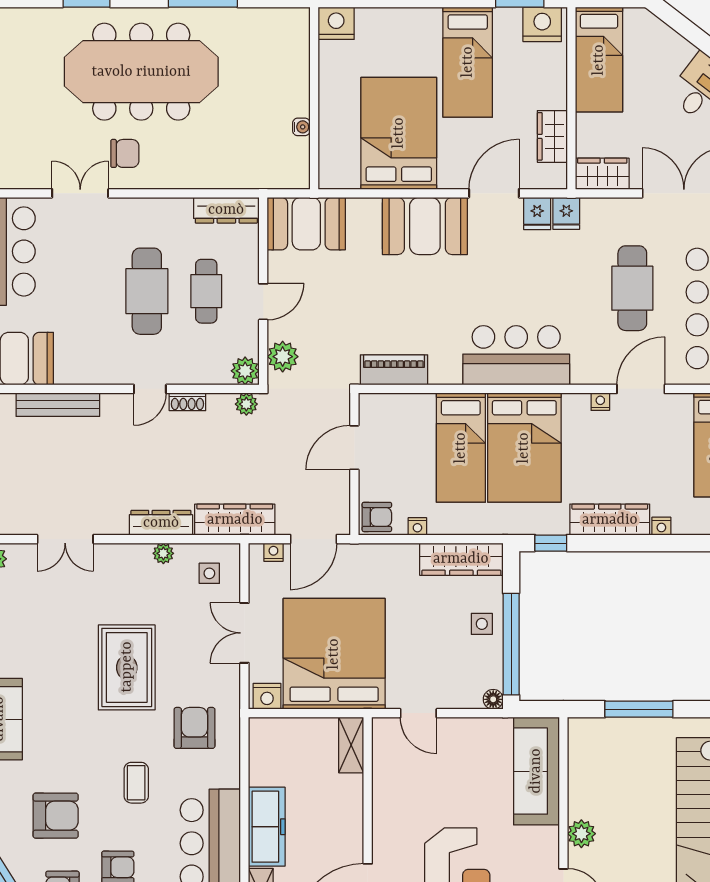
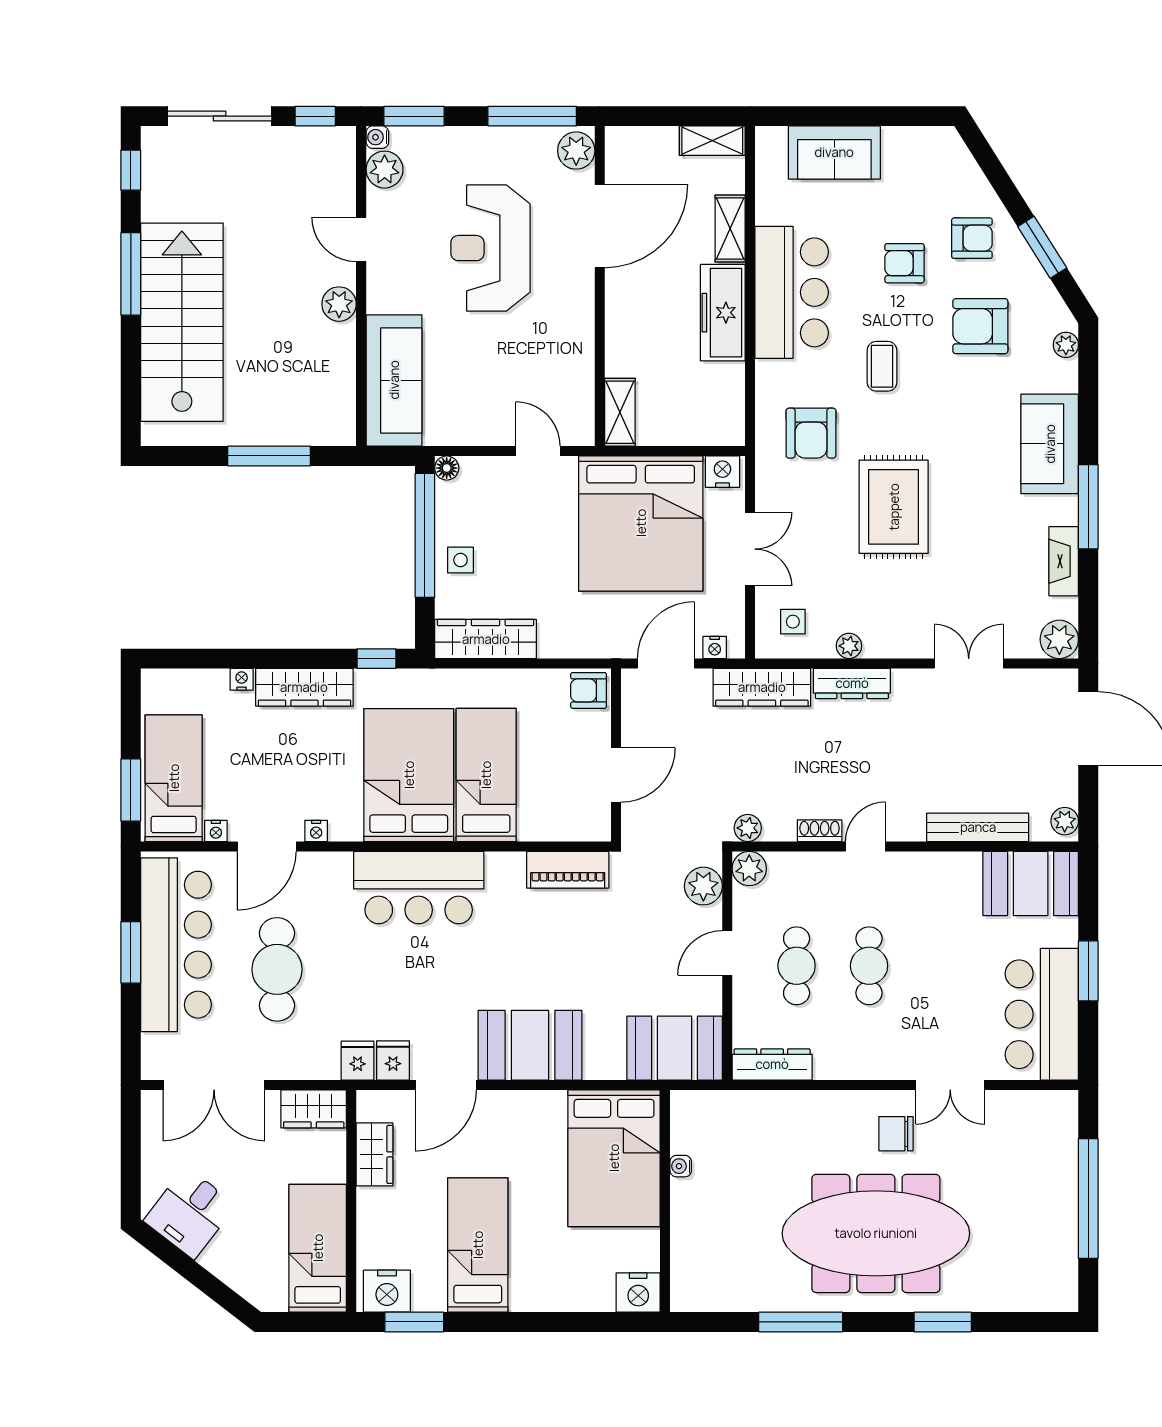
bed: (399, 133) -> (614, 1158), moved
cafe table: (147, 291) -> (869, 966), width x0.73, depth x0.74
nightstand: (417, 526) -> (216, 831), moved, turned 180

